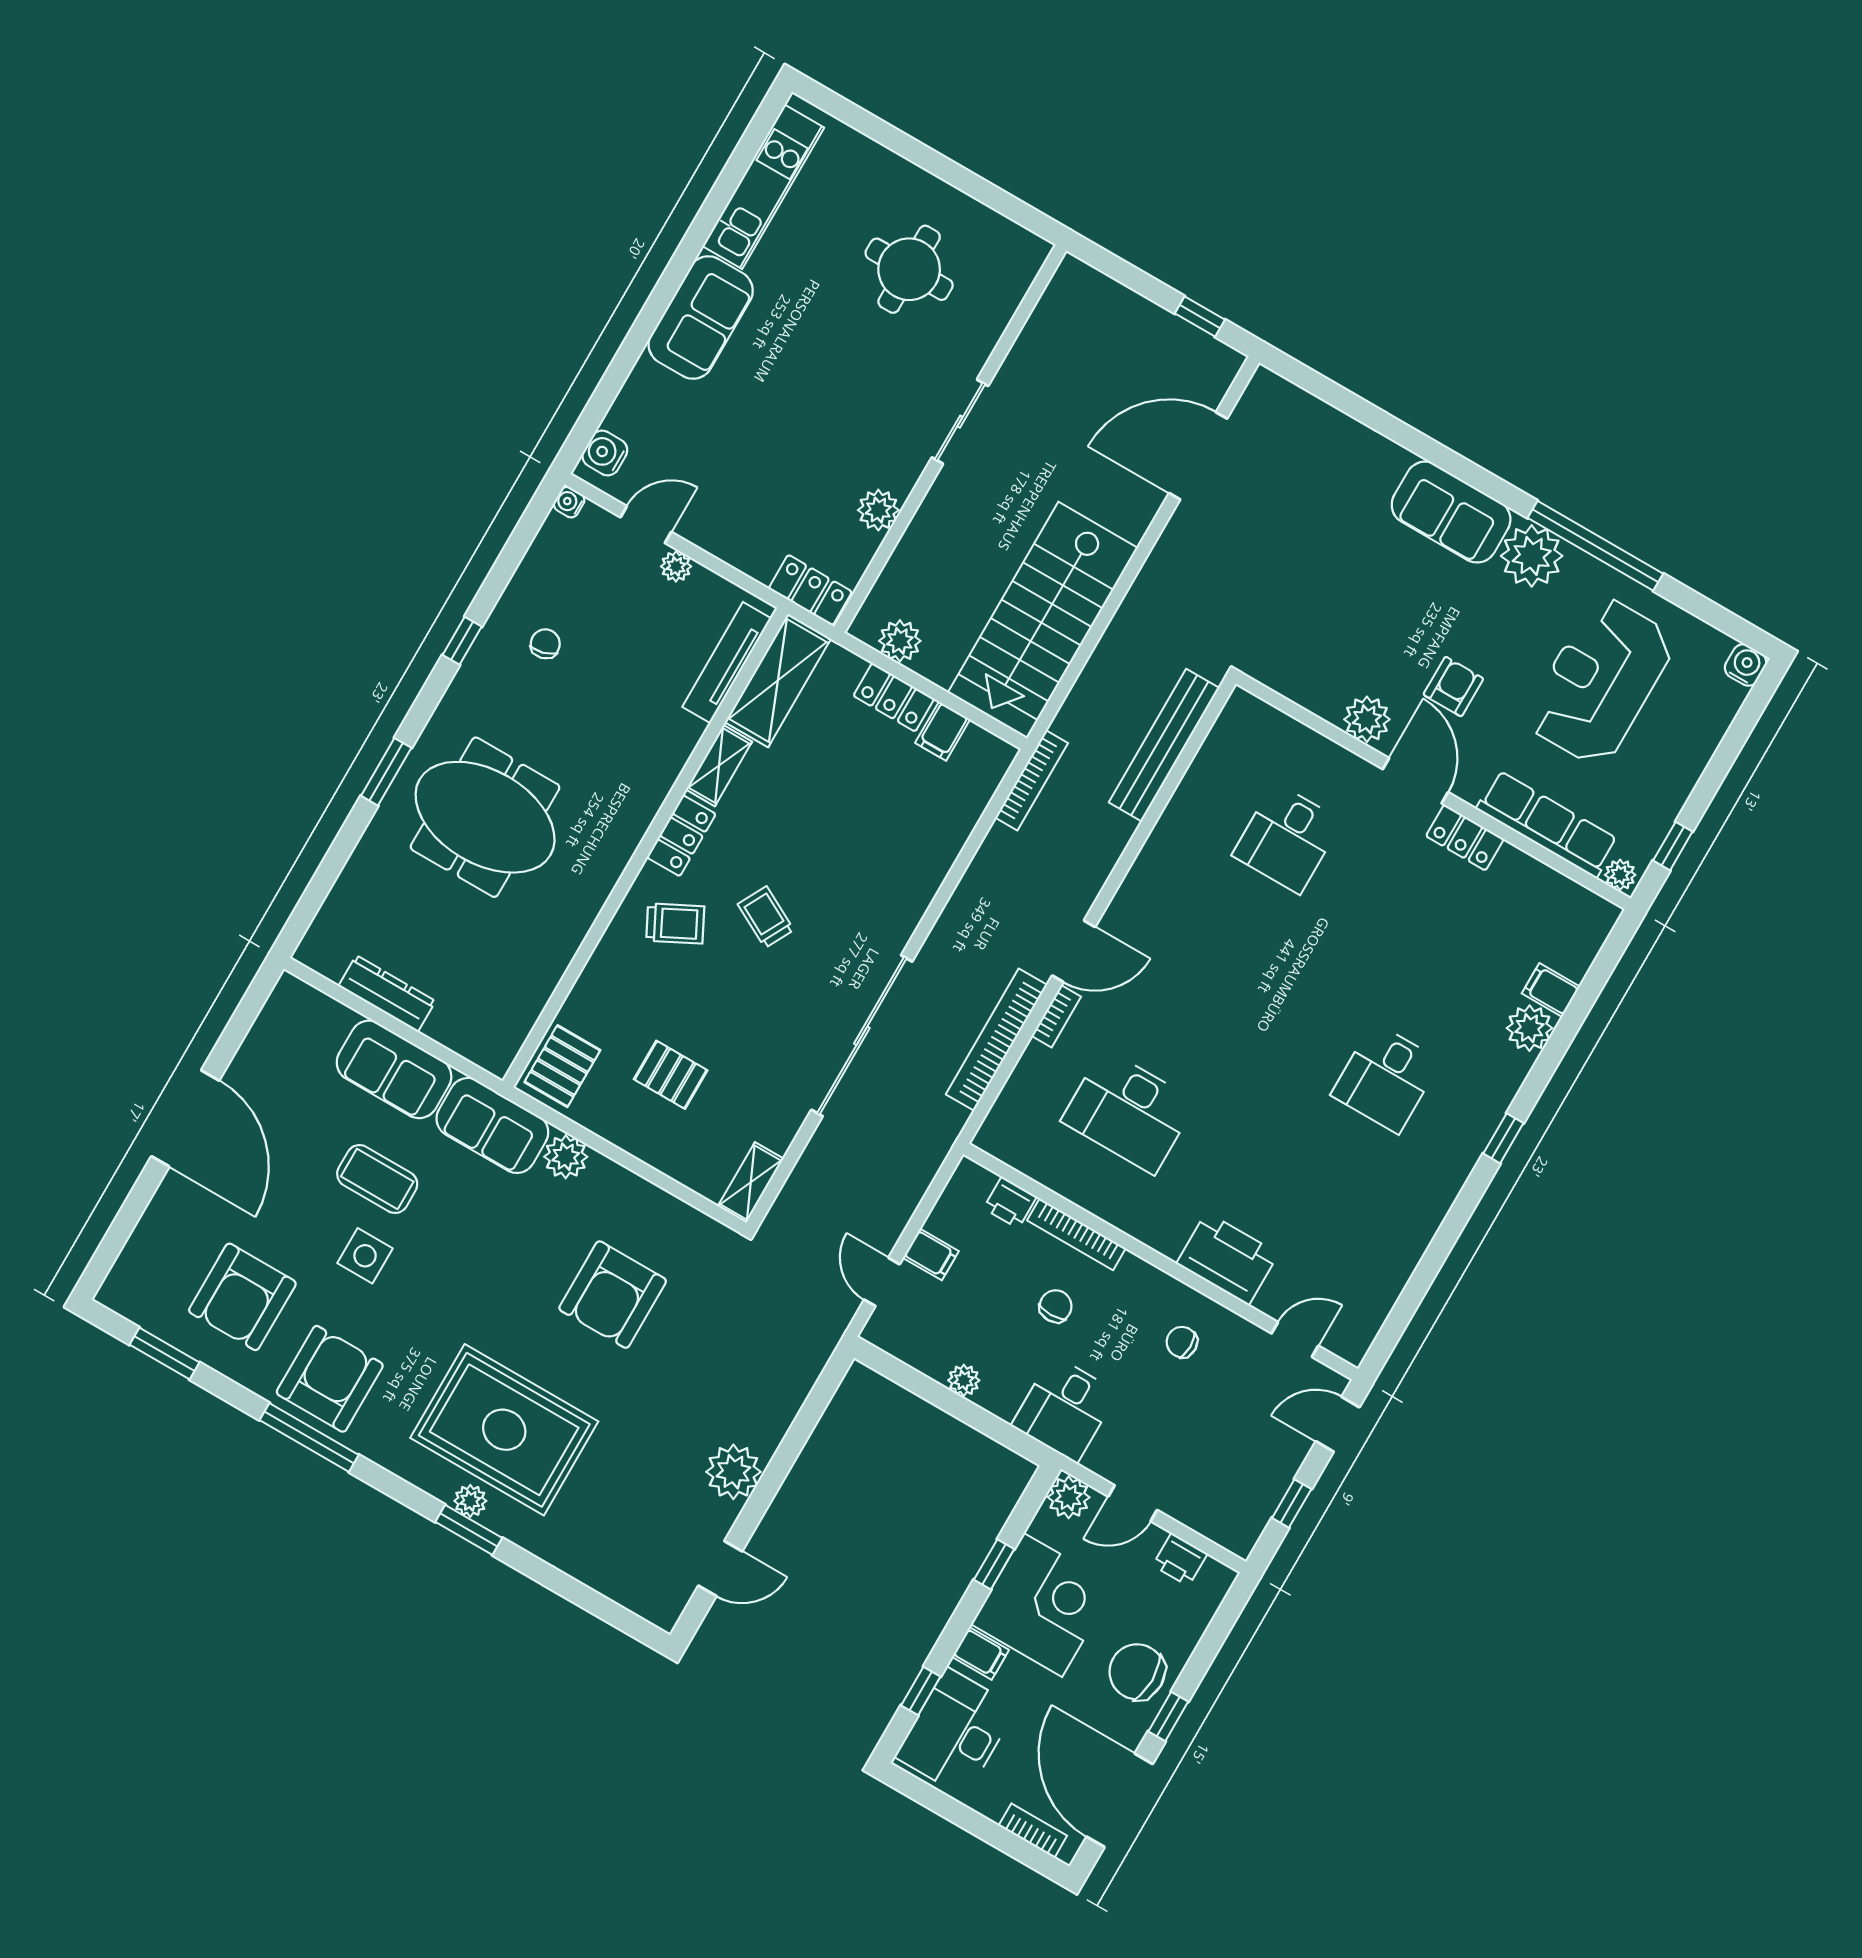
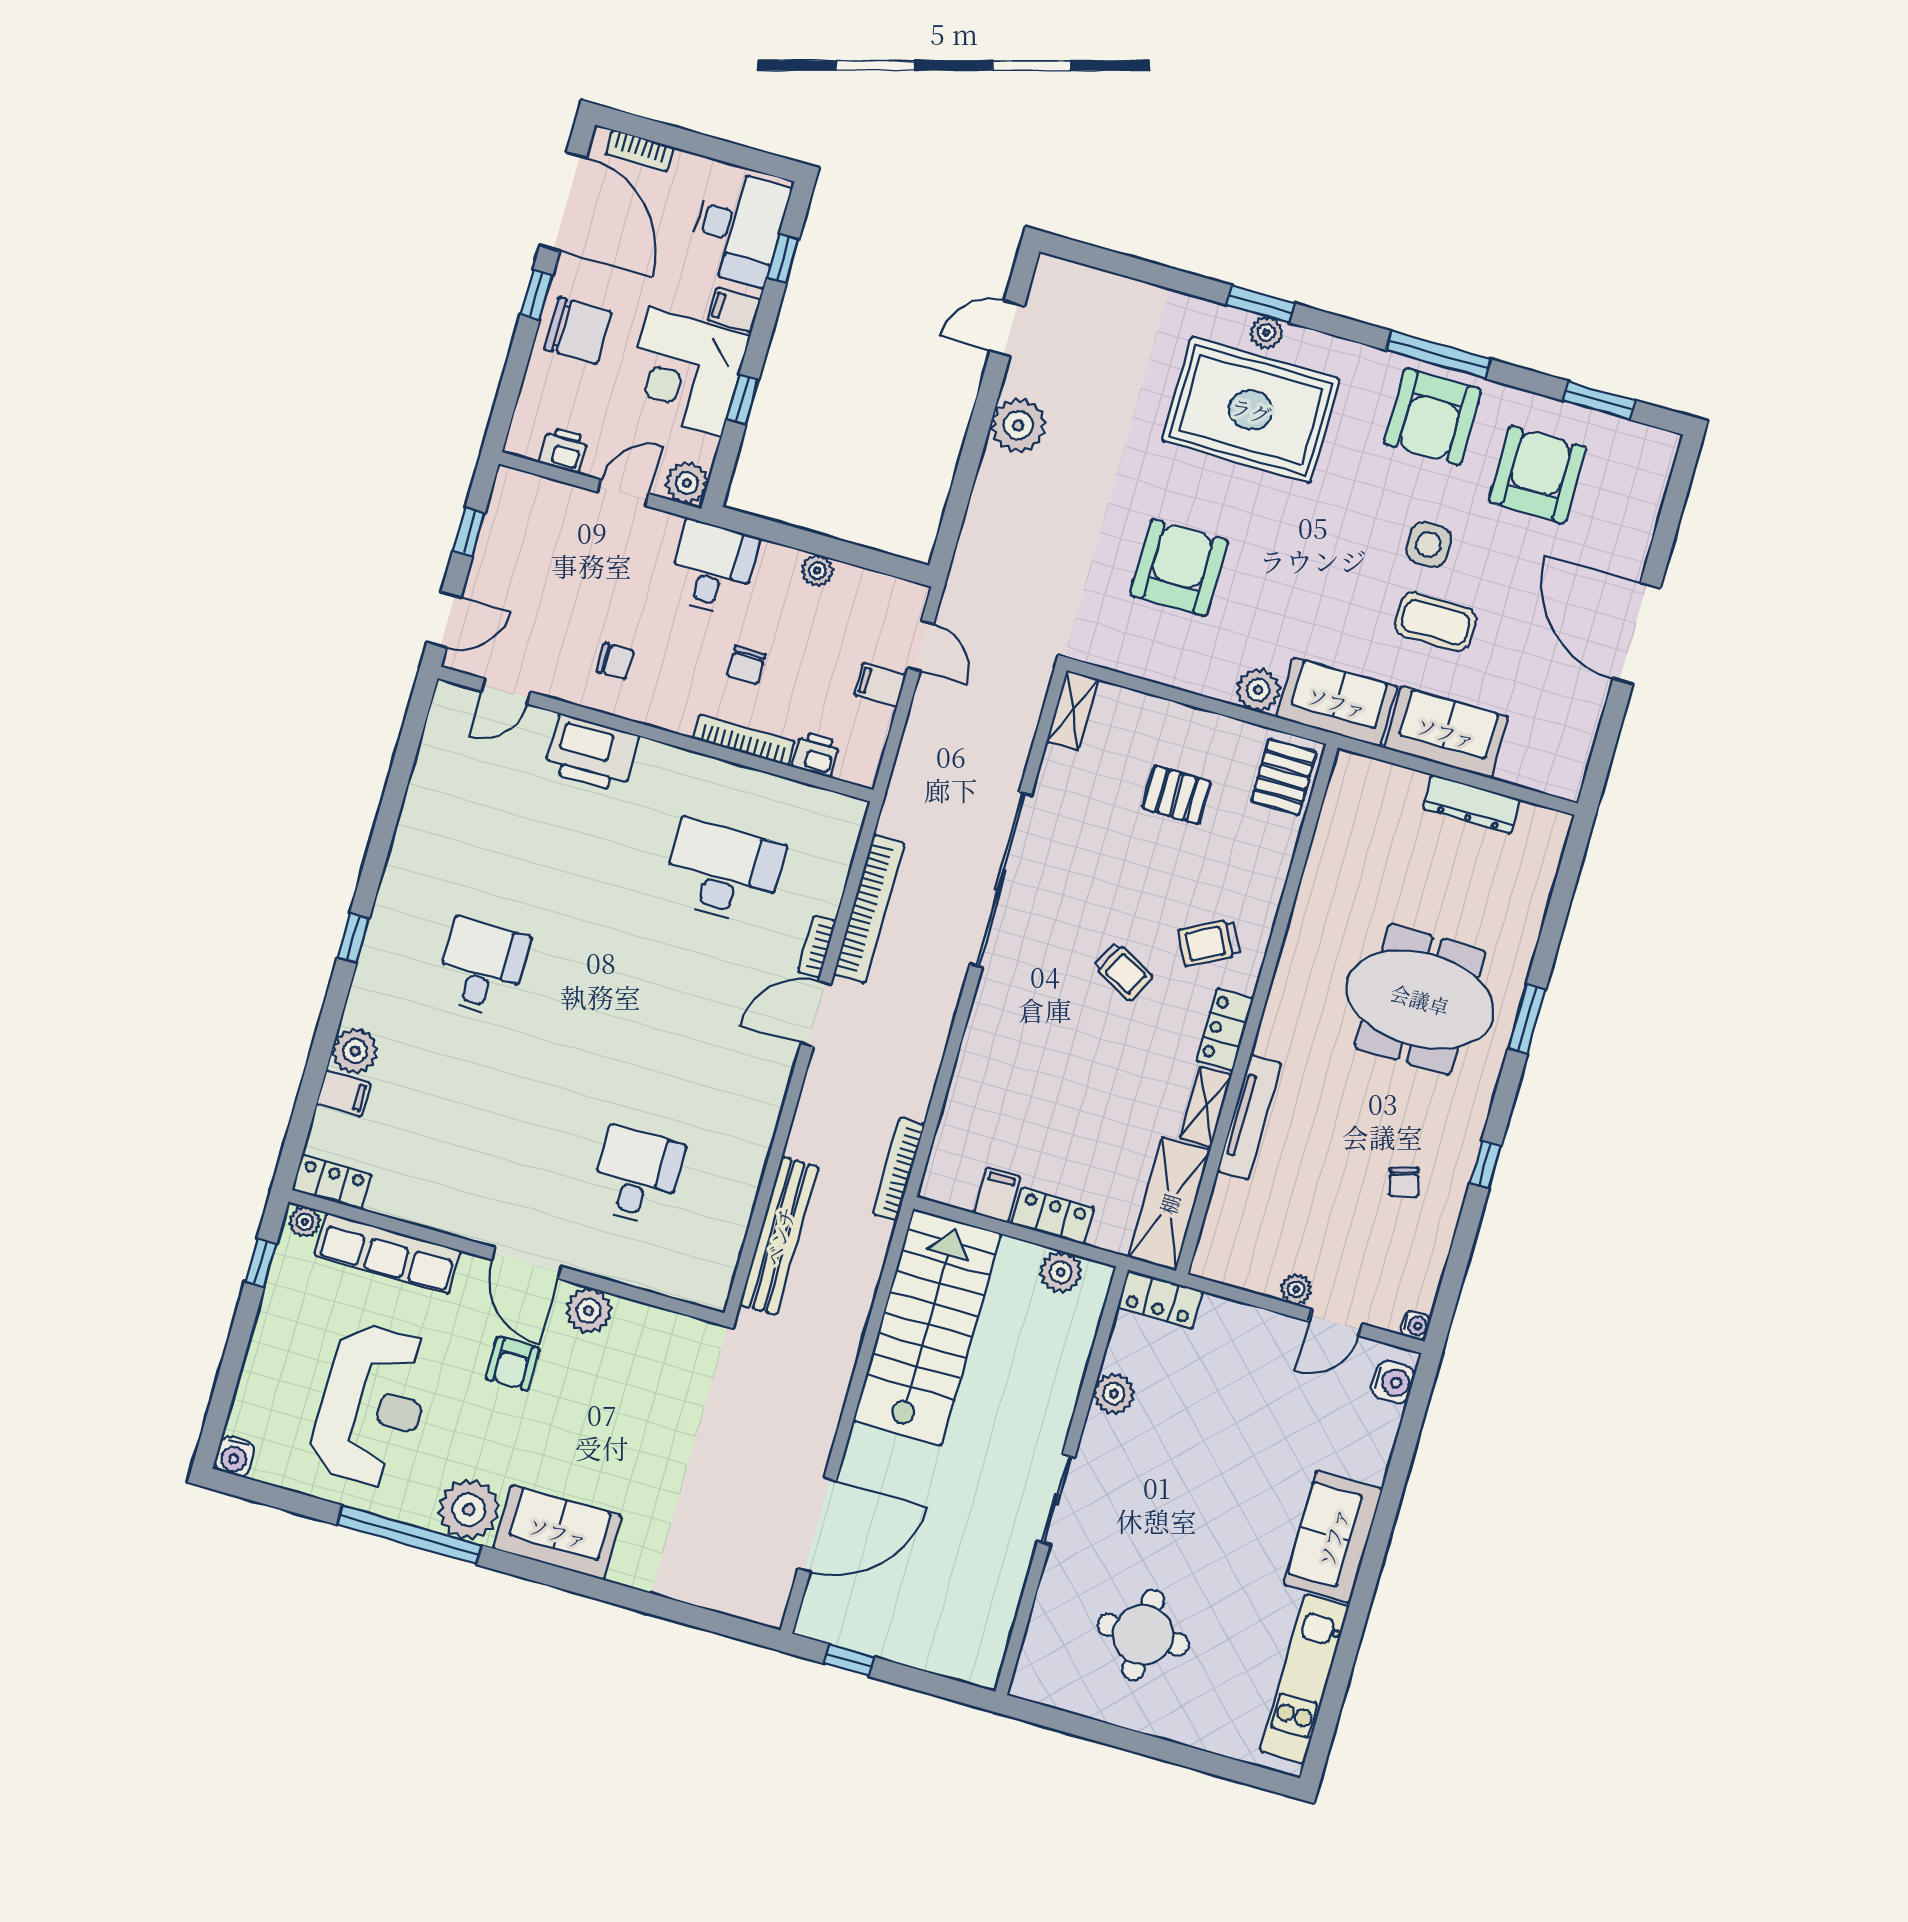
tv unit: (727, 663) -> (1249, 1117), moved
locker: (1465, 837) -> (332, 1182), moved

